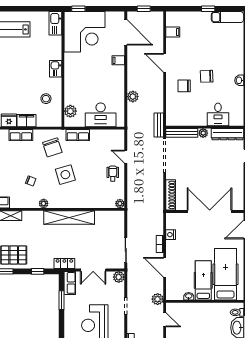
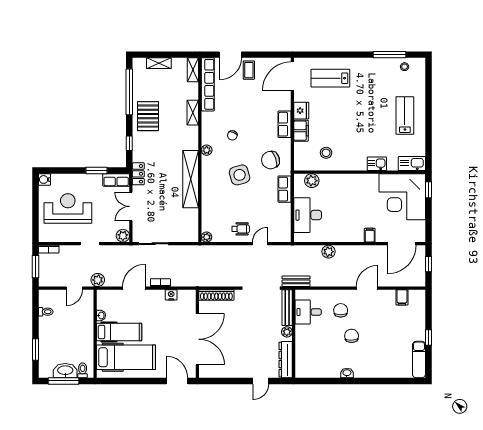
kitchen sink: (56, 69) -> (377, 164), moved
desk: (218, 114) -> (308, 312), moved

